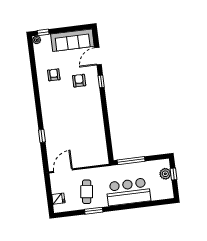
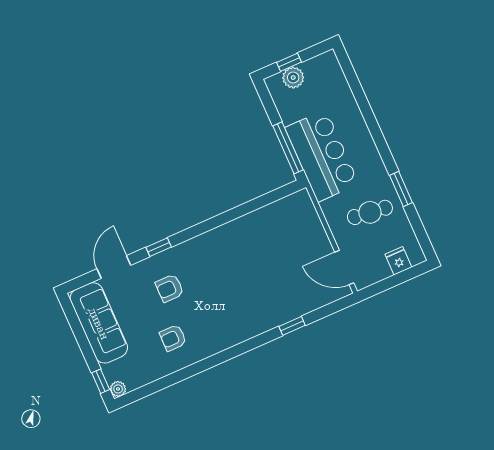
door: (98, 56) -> (114, 267), swing flipped
bar counter: (128, 192) -> (322, 156), moved, turned 180

